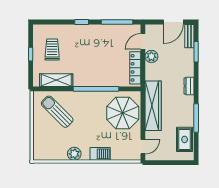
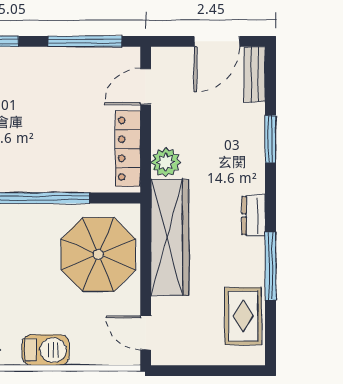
window: (196, 52) -> (270, 139), moved
plant: (151, 56) -> (166, 162), moved
dresser: (189, 86) -> (254, 216), moved
door: (143, 147) -> (146, 333), swing flipped

